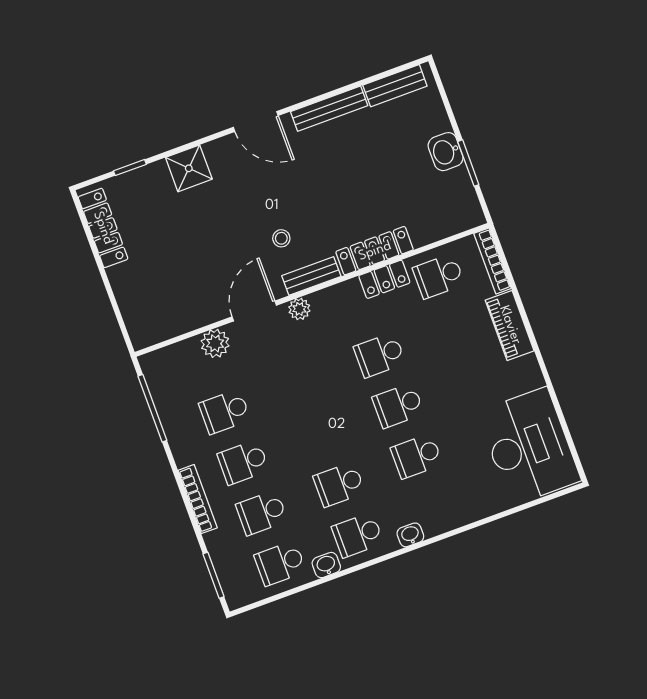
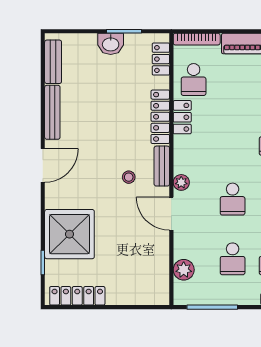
shower: (189, 168) -> (69, 234), width x1.86, depth x1.86
locker: (450, 224) -> (161, 59), added
plant: (215, 343) -> (184, 270), moved
school desk: (380, 355) -> (233, 199), moved

